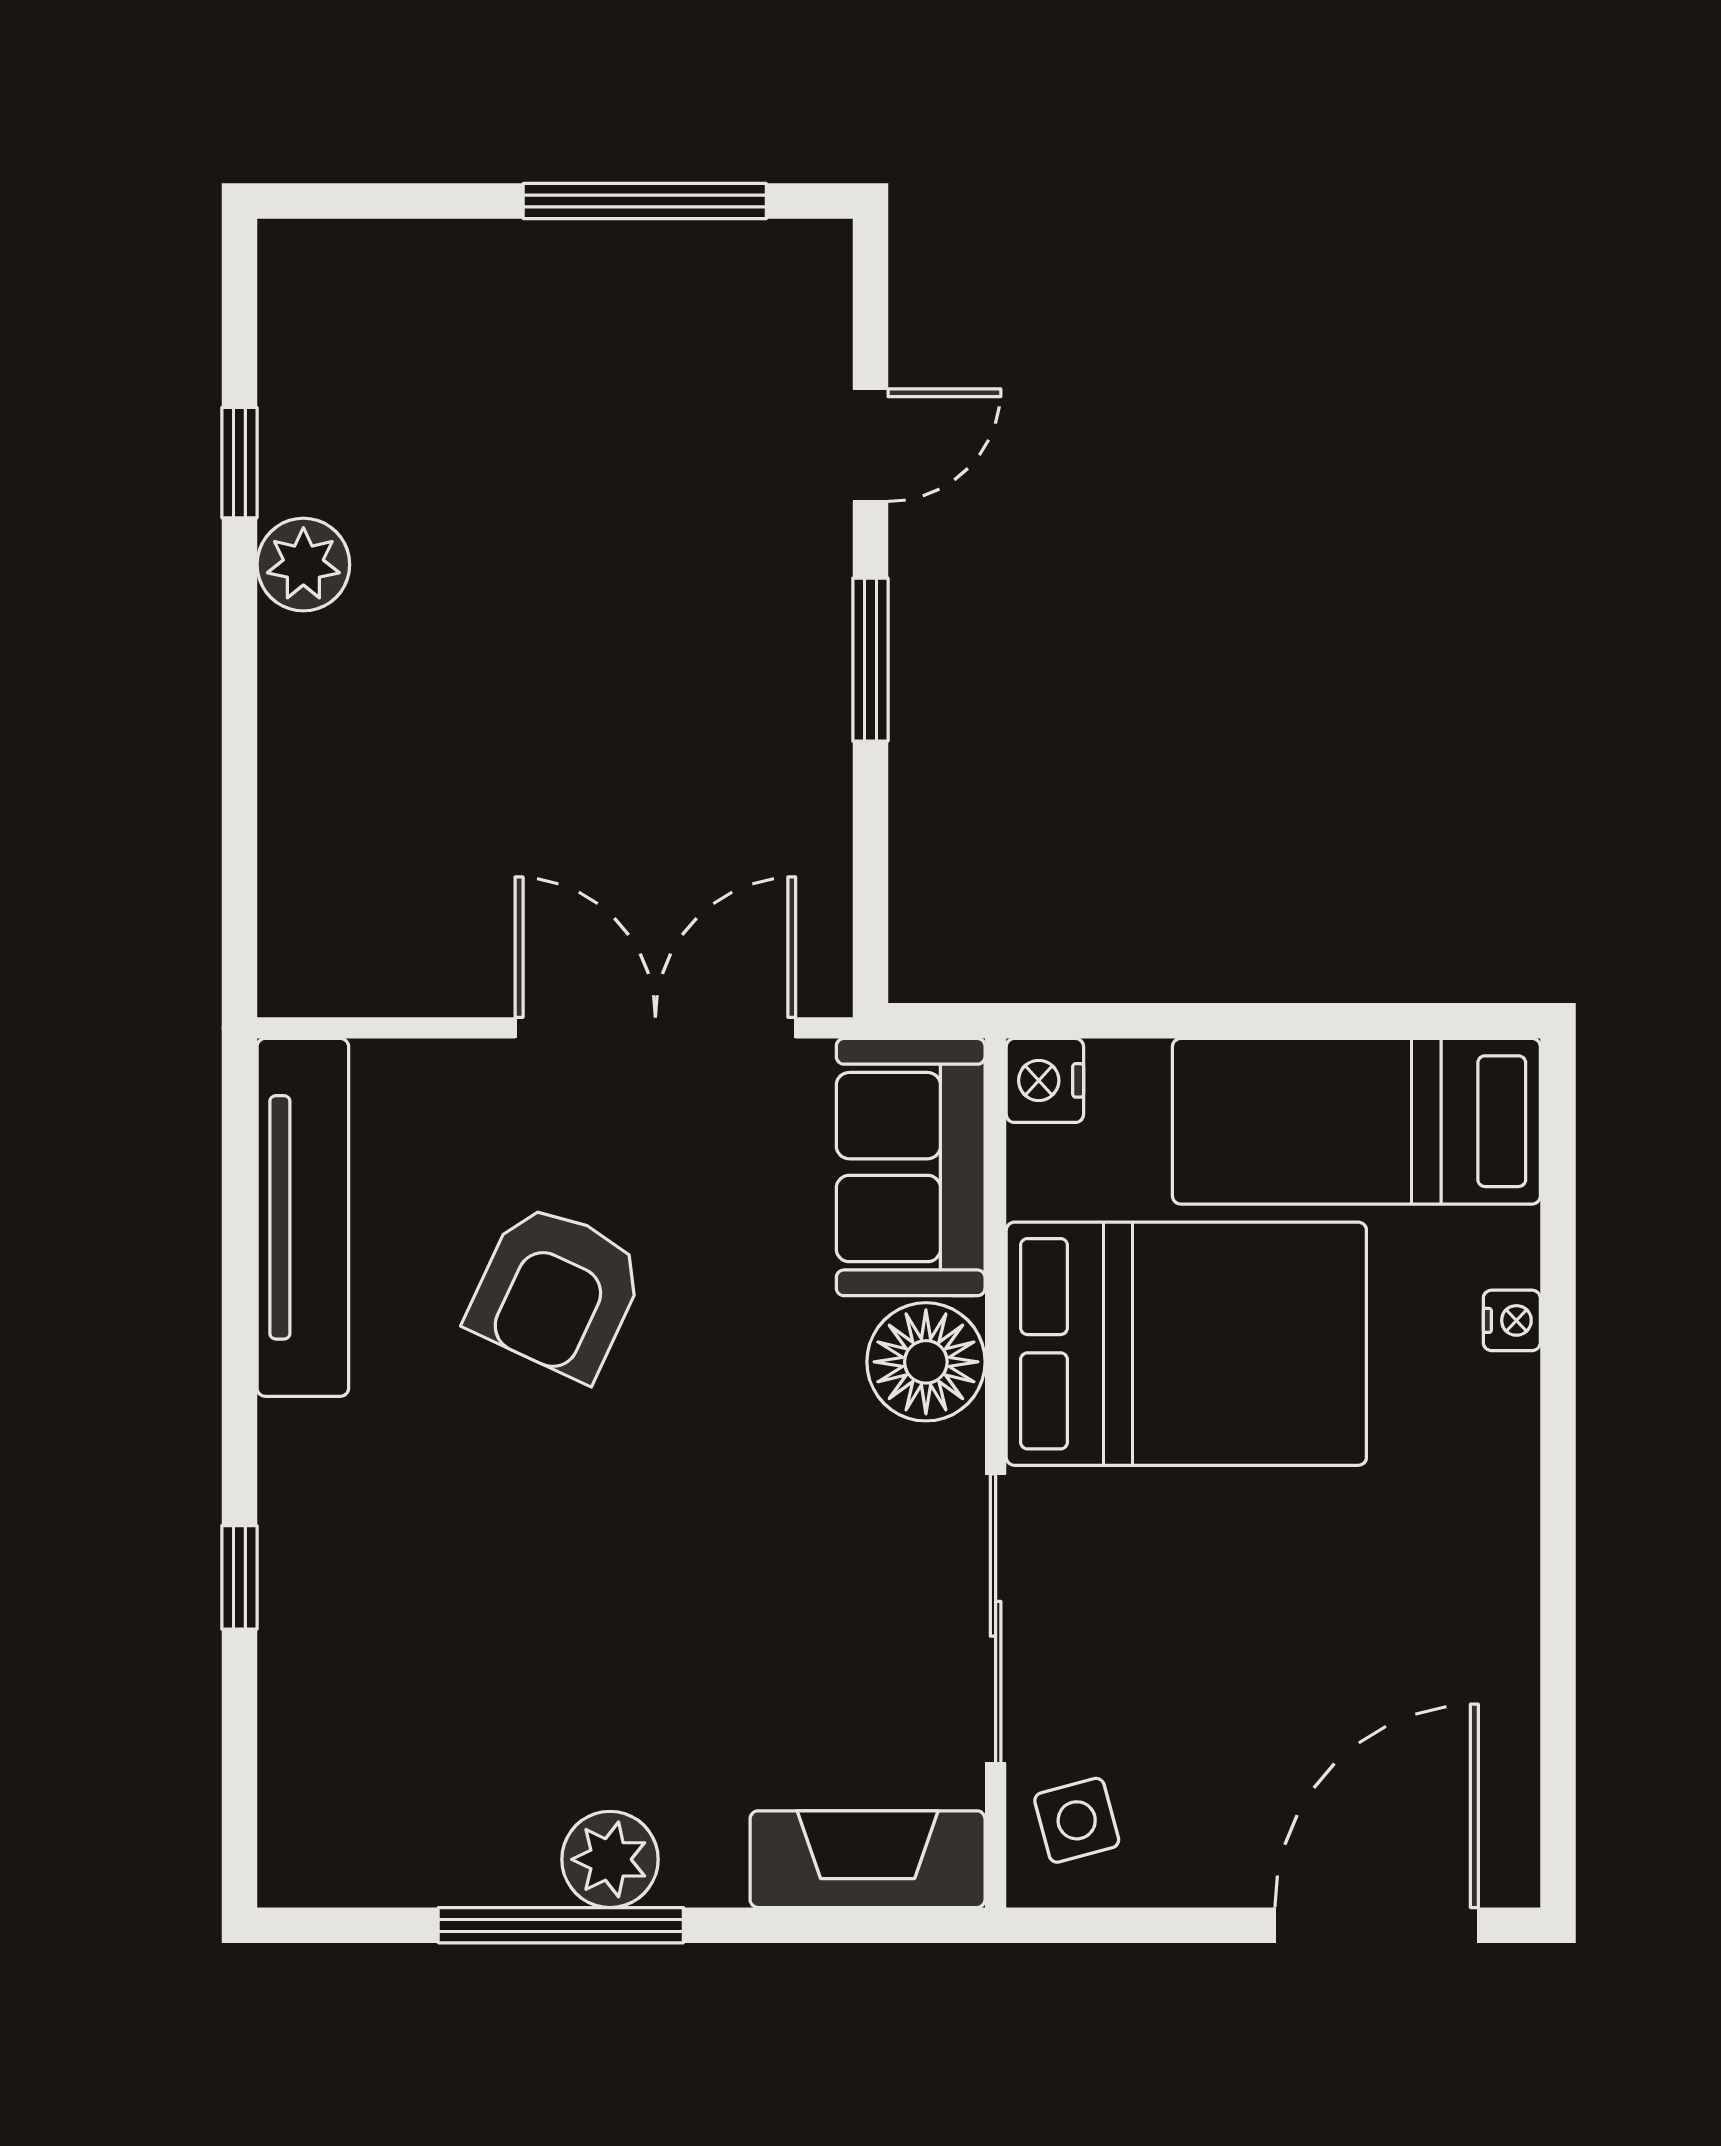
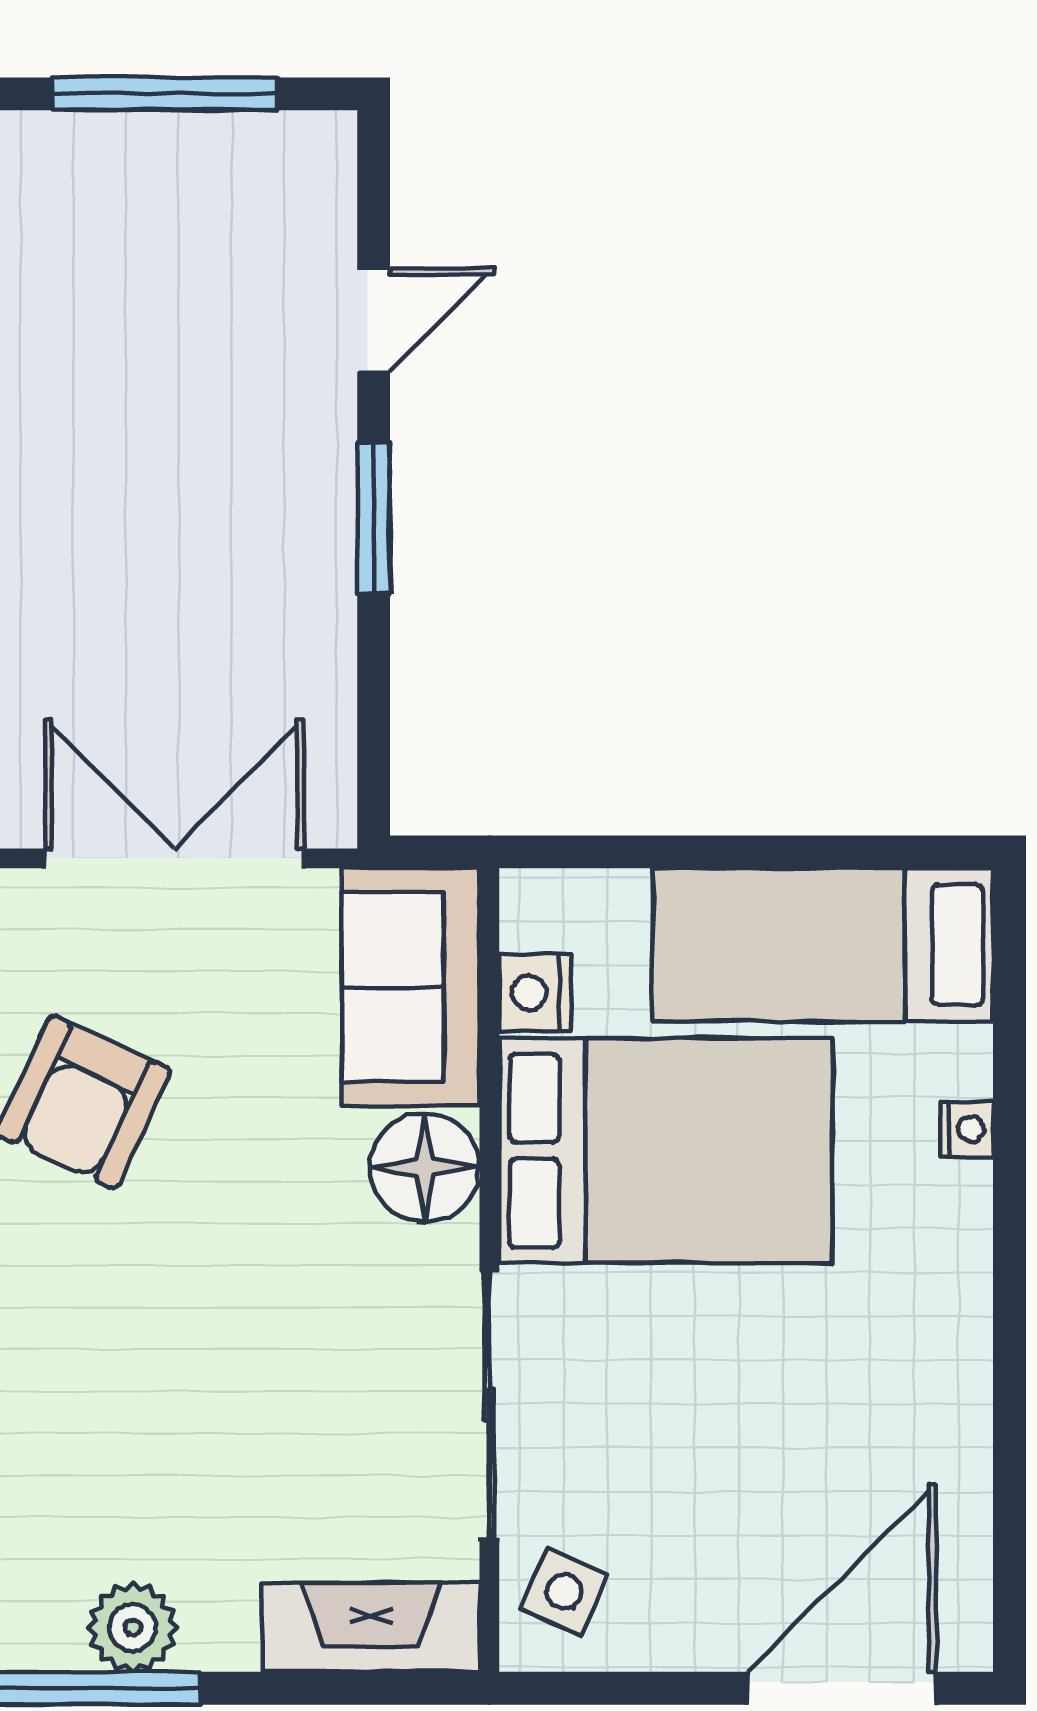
nightstand: (1045, 1080) -> (535, 993), moved
side table: (1077, 1820) -> (564, 1591), turned 38

